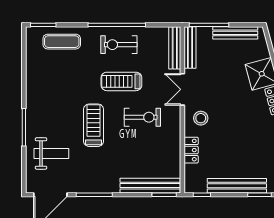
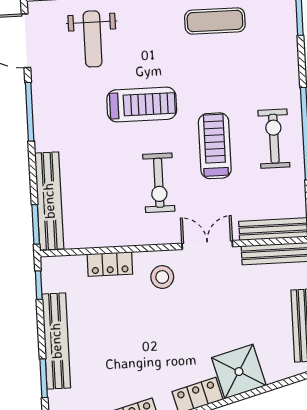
exercise mat: (62, 42) -> (215, 21), moved, turned 90

